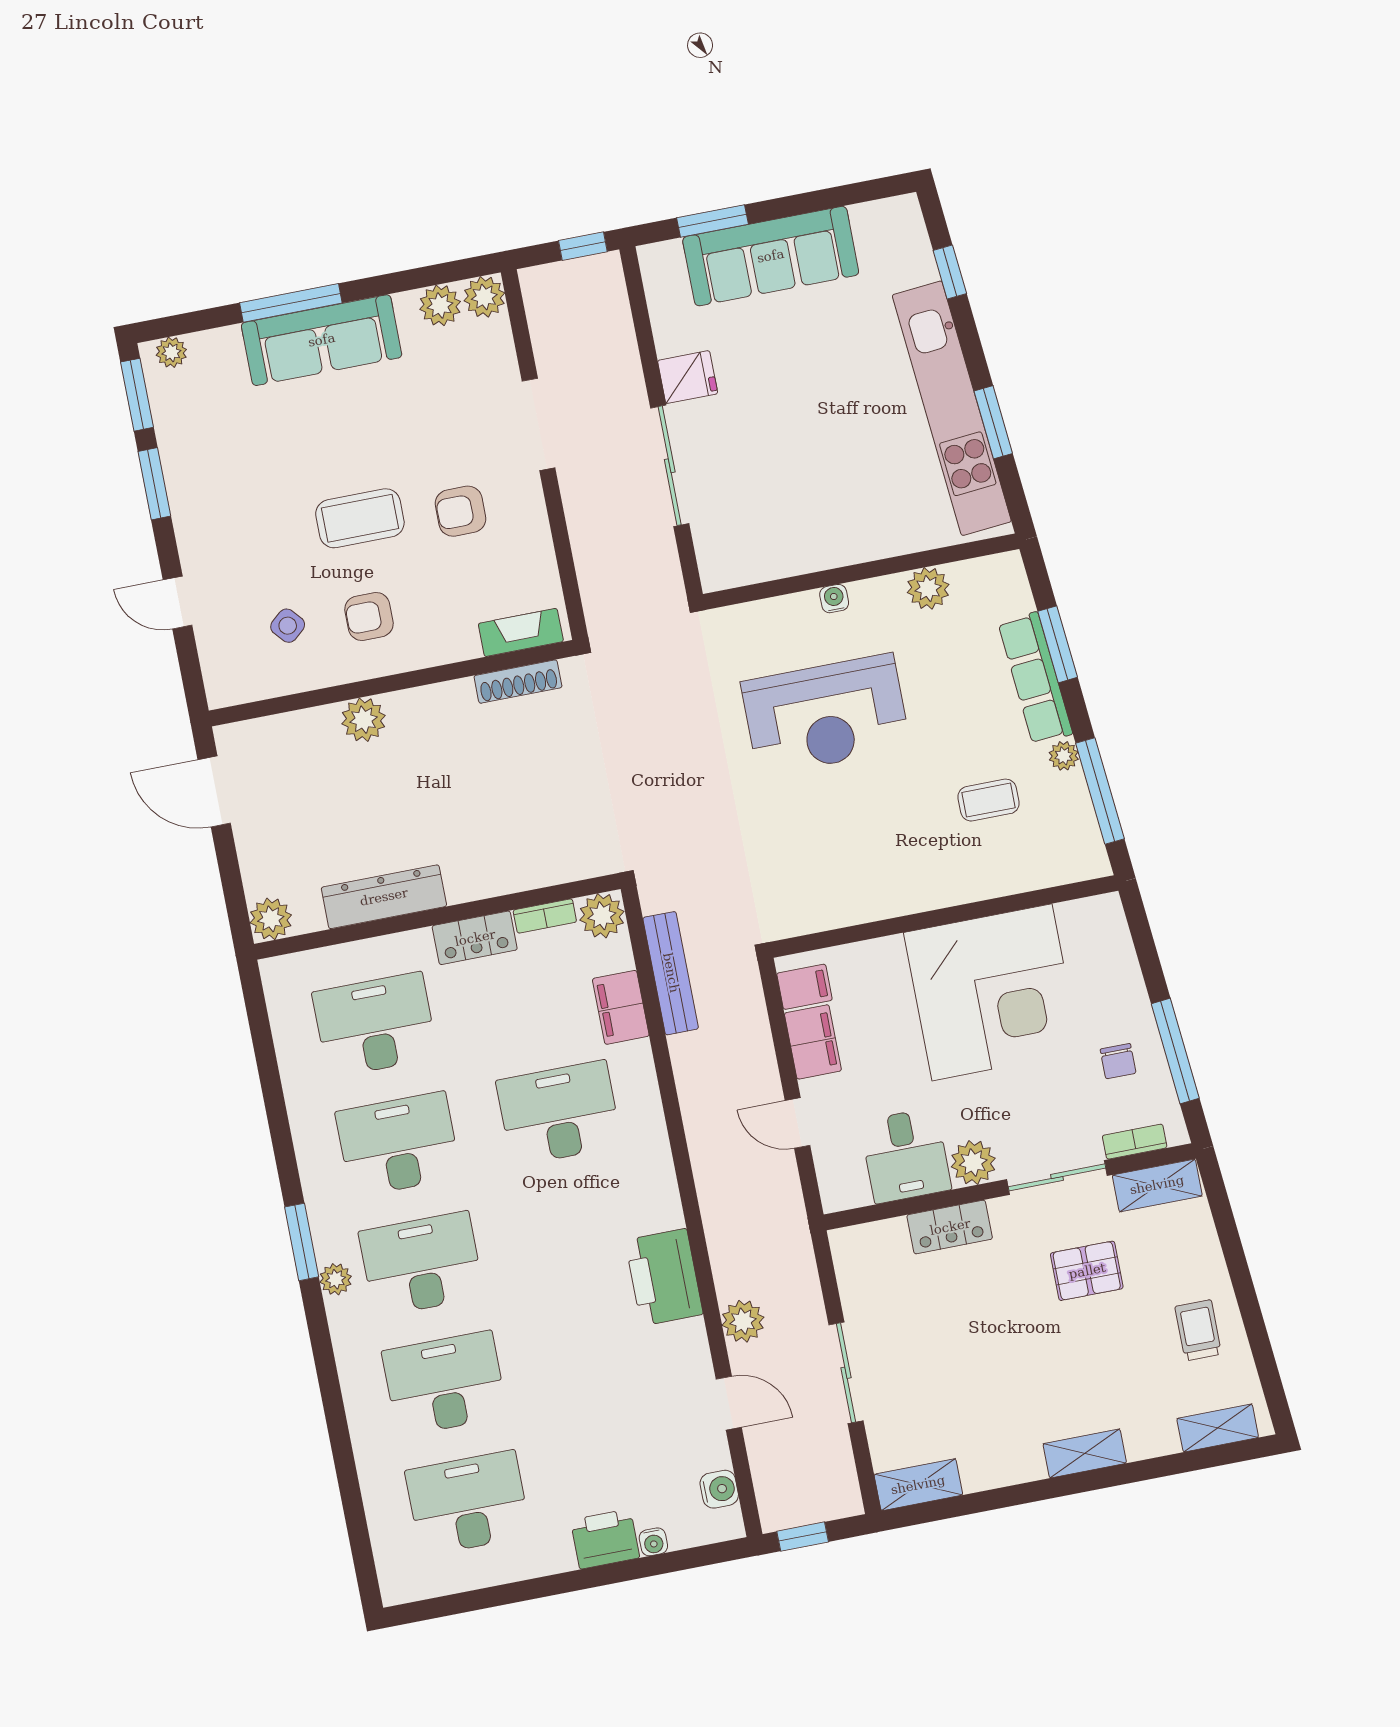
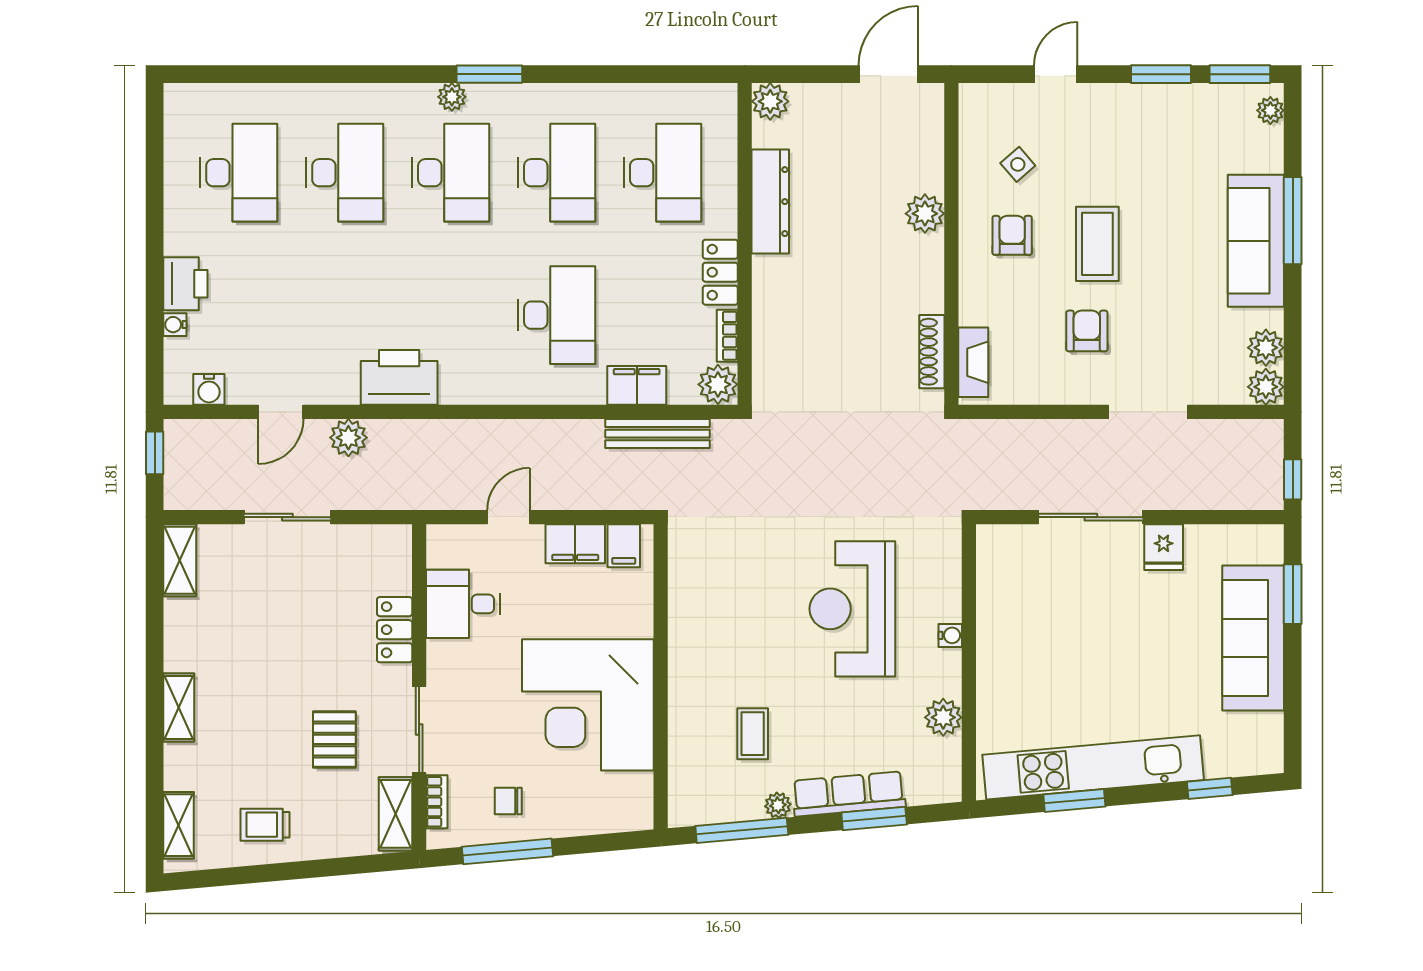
plant: (973, 1163) -> (446, 661), removed
trolley: (1198, 1330) -> (265, 825), turned 180

